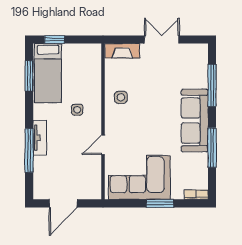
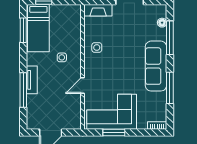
floor lamp: (202, 66) -> (162, 23), added
window: (160, 203) -> (114, 132), moved

